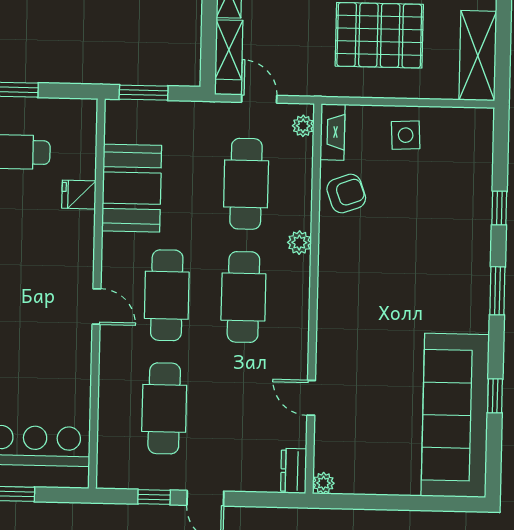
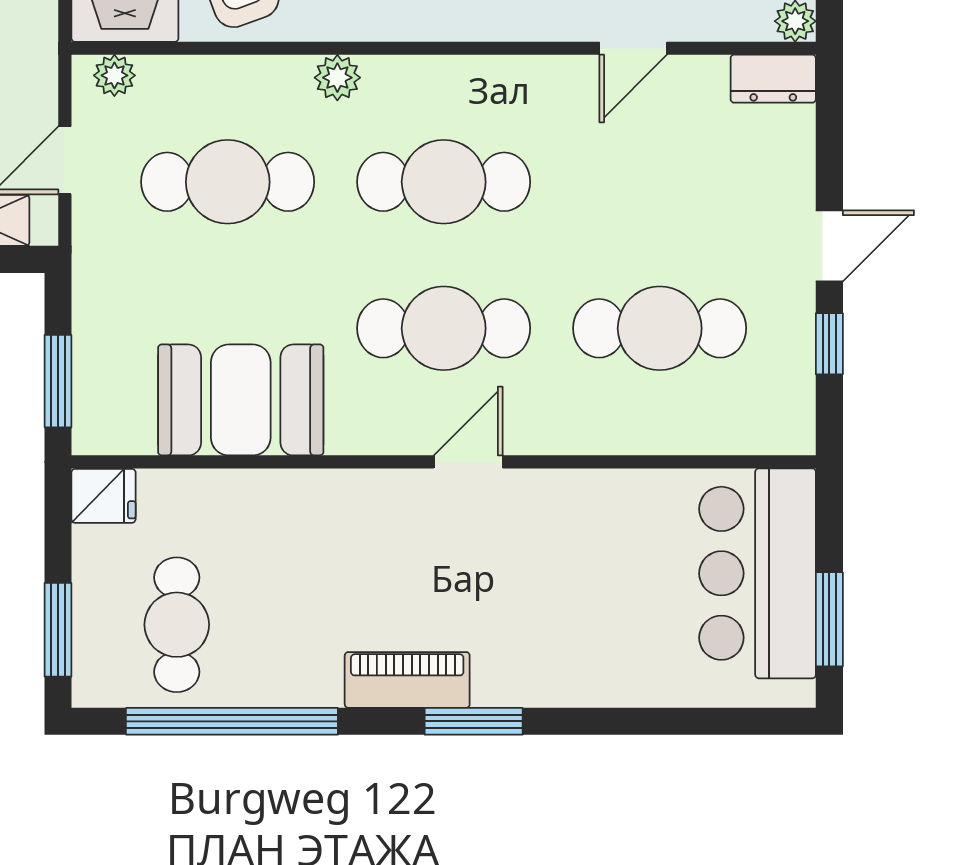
fridge: (79, 195) -> (103, 496), moved, turned -90

